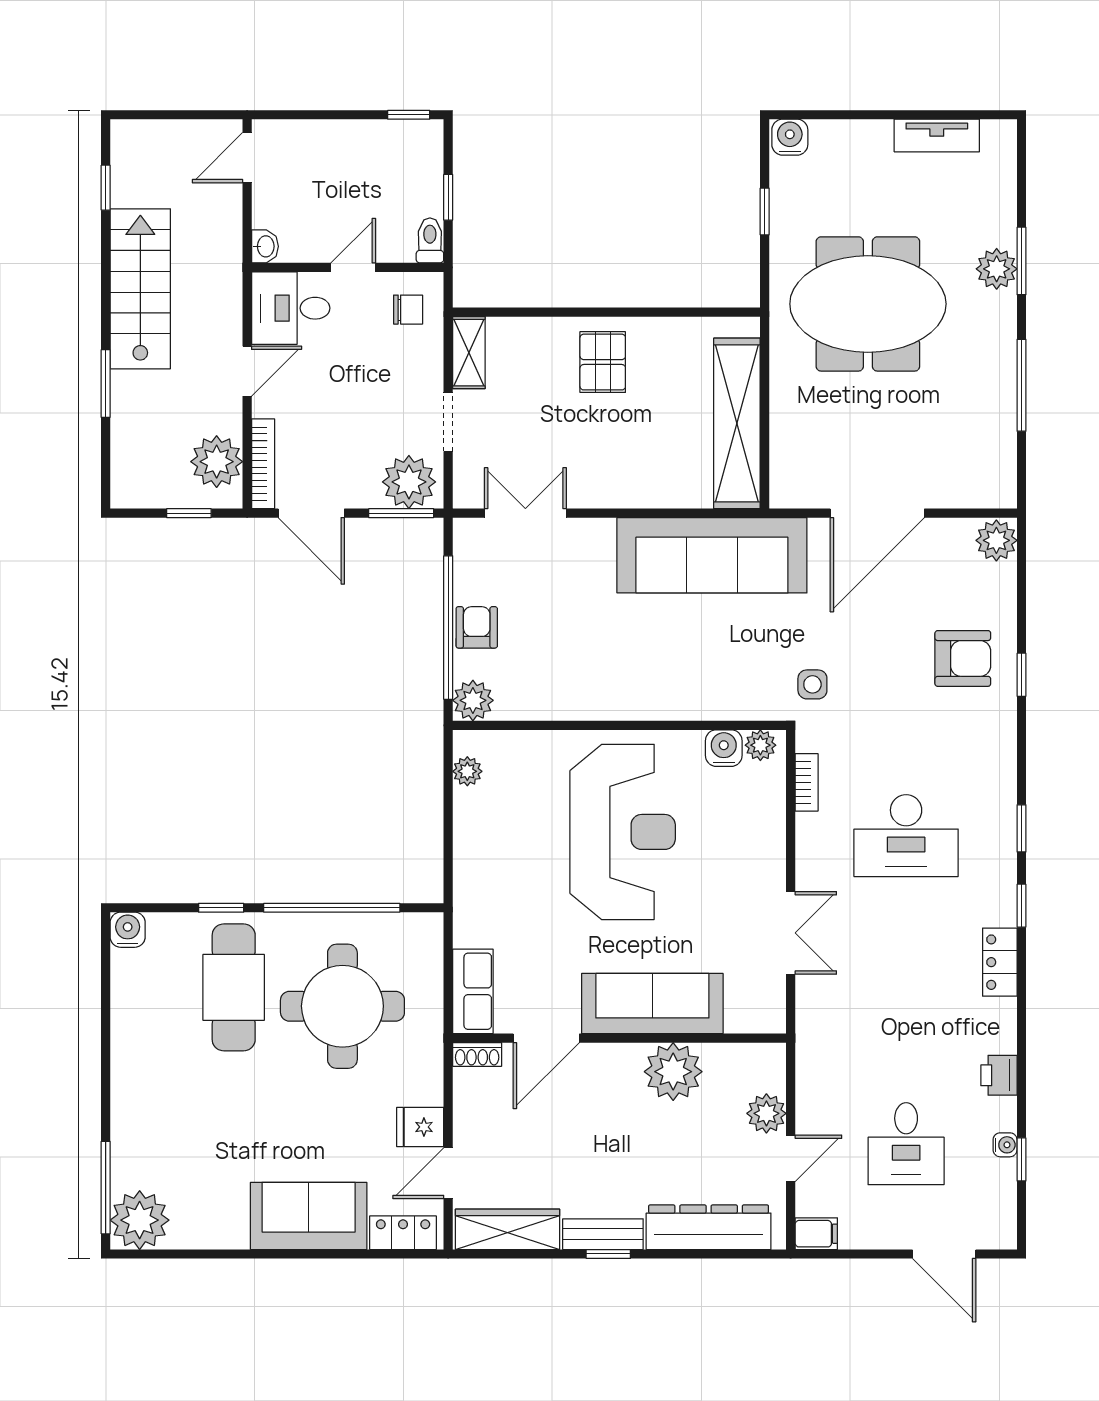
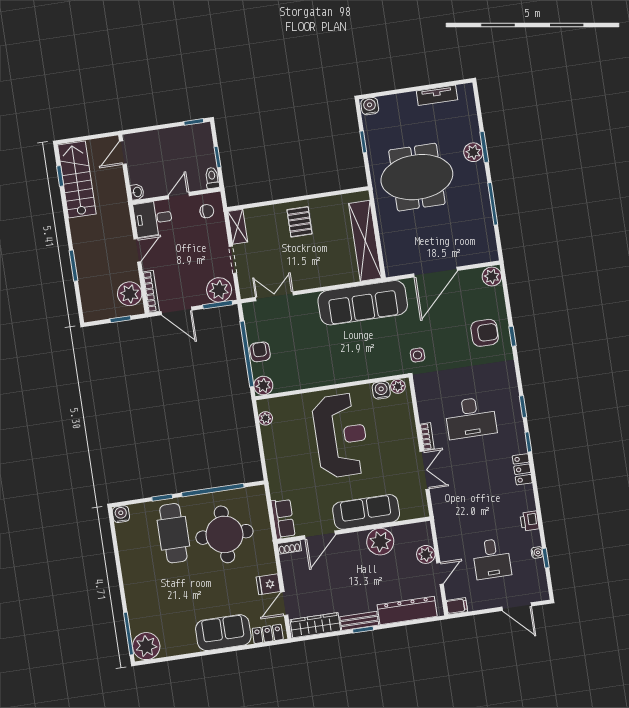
stairs: (140, 289) -> (77, 180), moved
bookcase: (807, 782) -> (427, 436), moved

